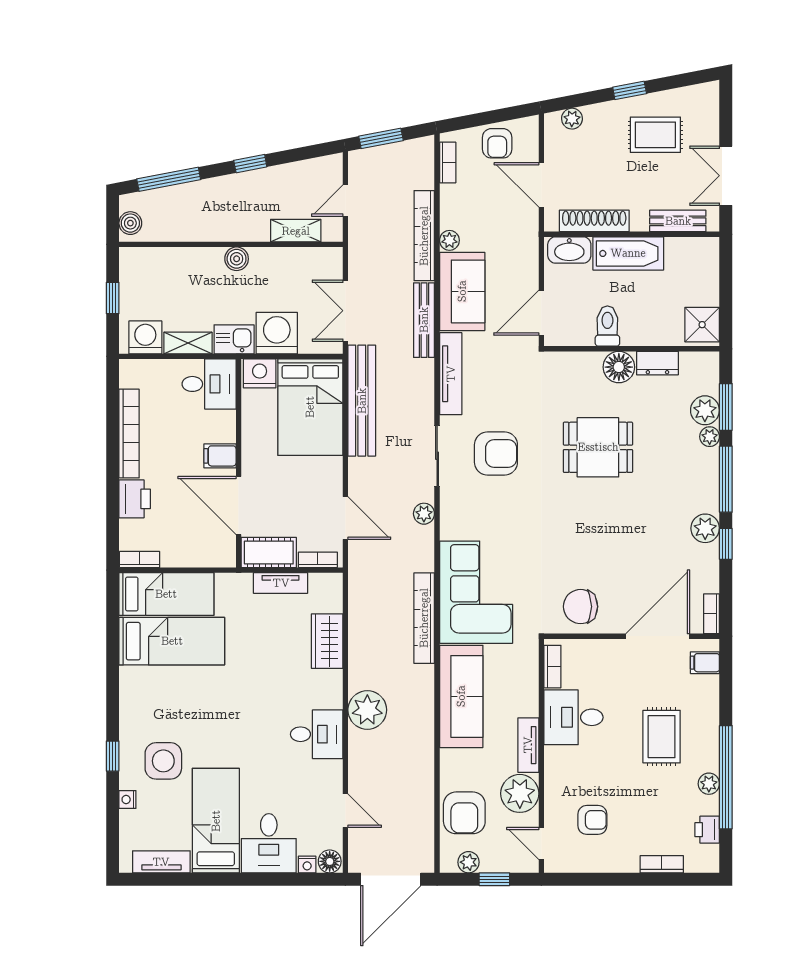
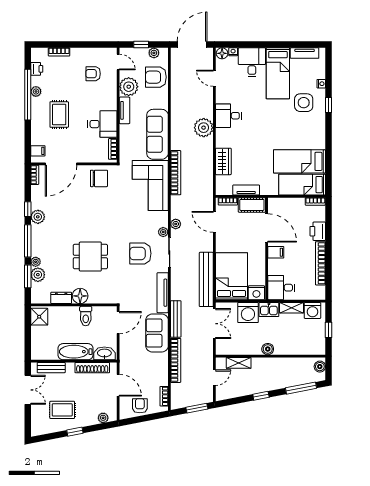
plant: (449, 240) -> (163, 232), moved
armchair: (464, 813) -> (156, 77), turned -90

